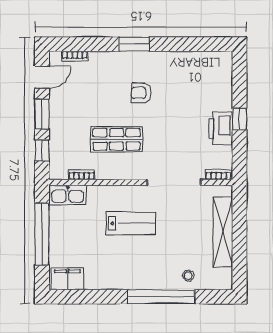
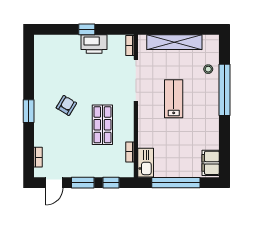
door: (42, 77) -> (54, 183), swing flipped
armchair: (141, 93) -> (66, 105), turned -149
lab bench: (131, 223) -> (174, 99), moved

